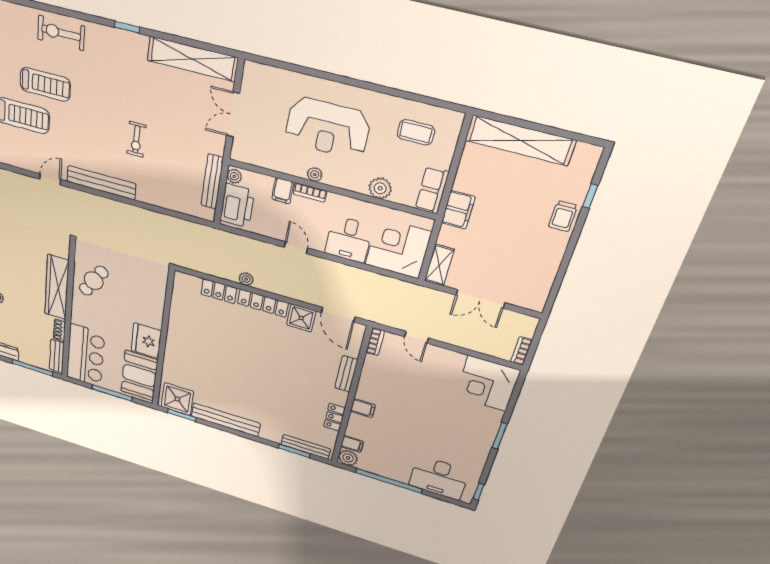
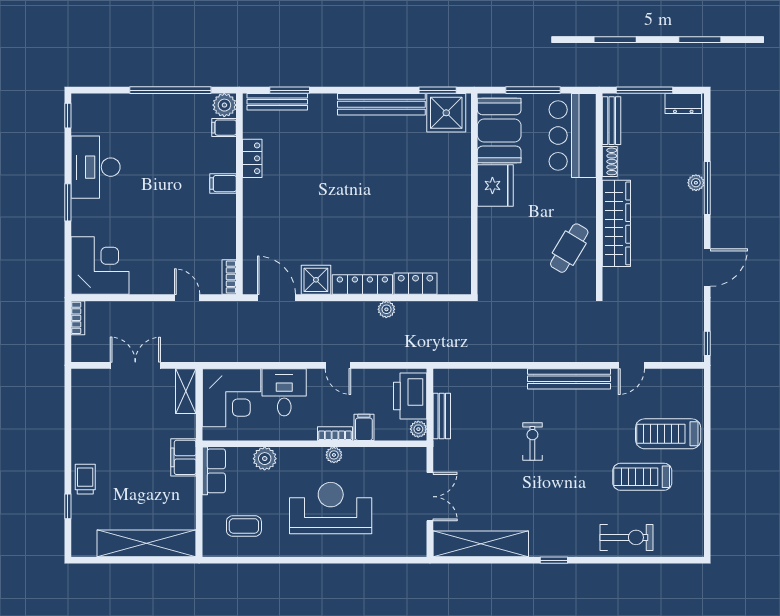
bench: (212, 182) -> (442, 416), width x0.73
bench: (346, 374) -> (252, 224), removed
desk: (439, 478) -> (96, 167), moved, turned -90

